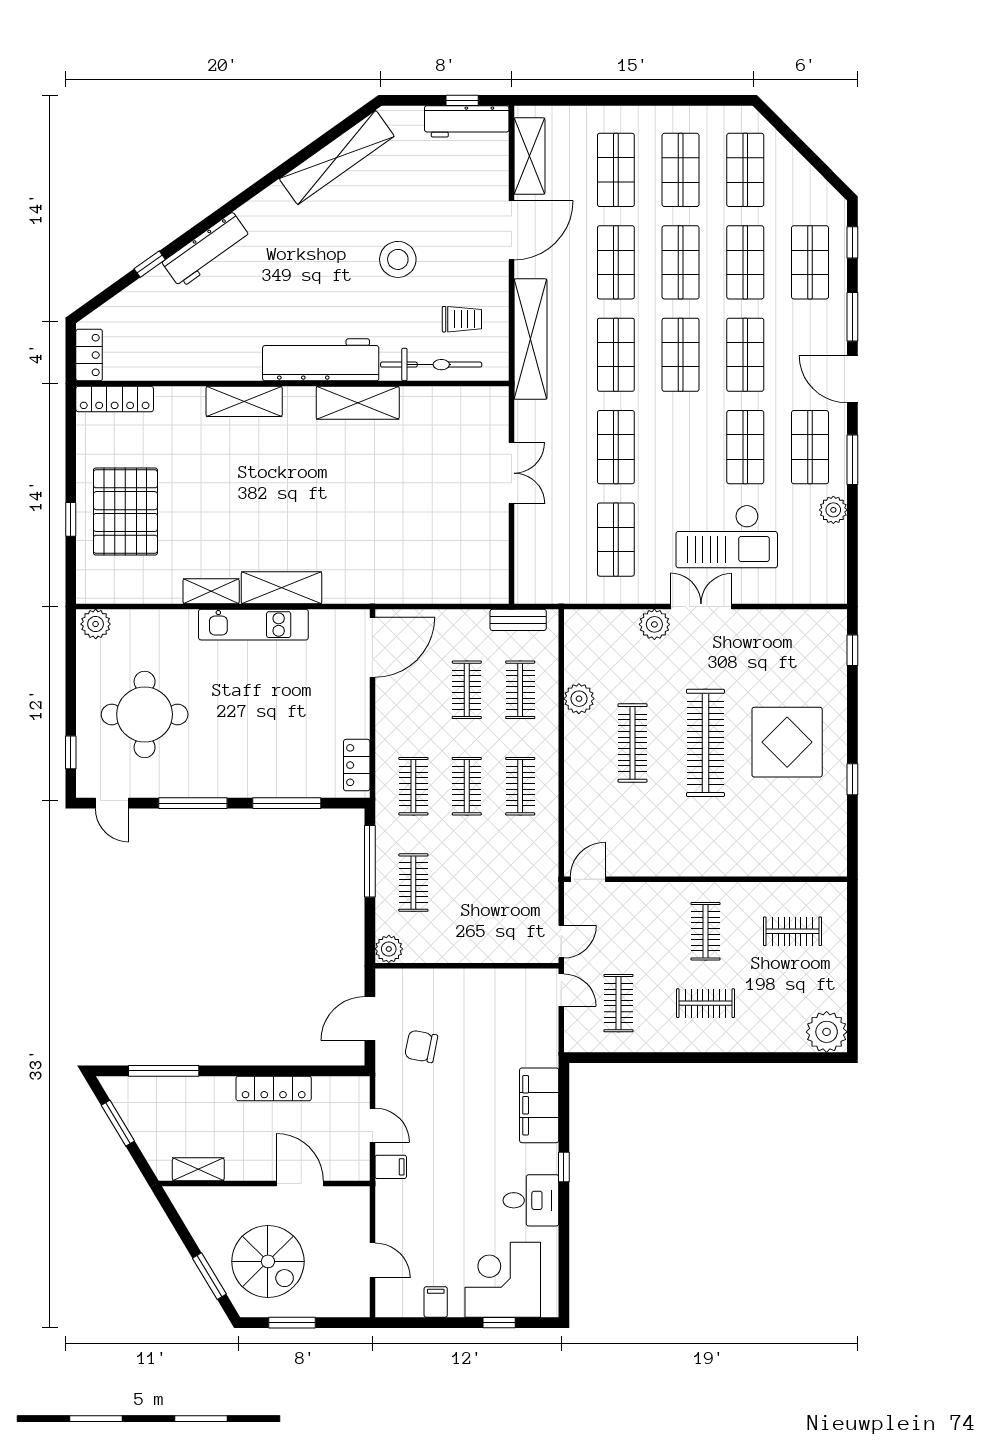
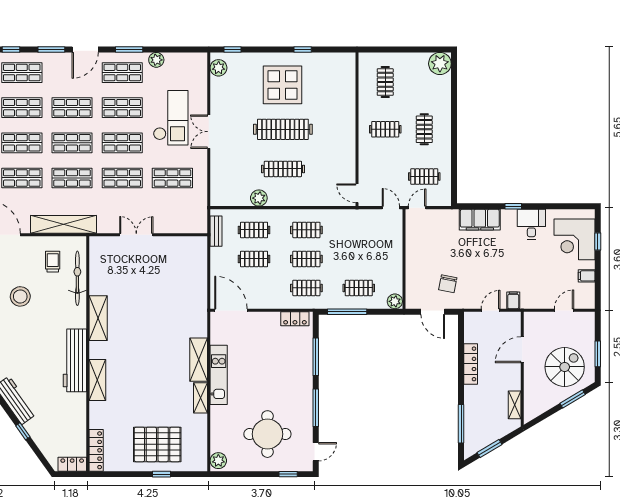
workbench: (321, 360) -> (75, 360), moved
shop shelf: (681, 447) -> (122, 143), added
plant: (654, 624) -> (219, 68), moved

